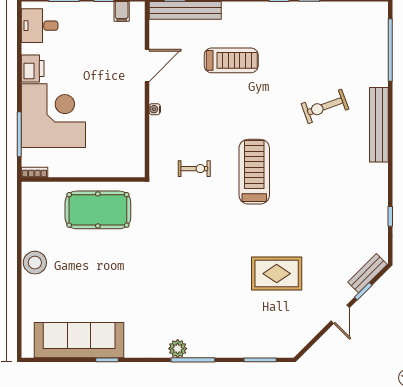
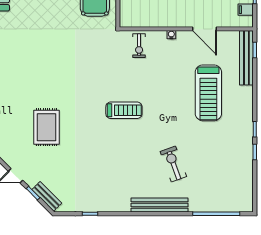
treadmill: (231, 60) -> (208, 93), width x1.37, depth x1.38
exercise bike: (194, 169) -> (139, 46), moved
treadmill: (254, 172) -> (124, 110), width x0.73, depth x0.73

